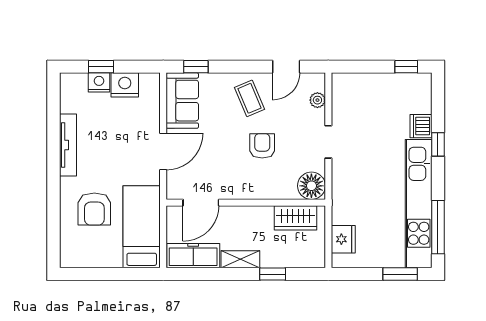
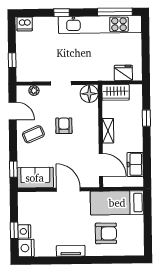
window: (406, 67) -> (12, 60), moved
nightstand: (125, 85) -> (26, 248), moved
dishwasher: (421, 126) -> (25, 24), moved
tv unit: (68, 145) -> (71, 251), width x0.71
armchair: (262, 146) -> (64, 126), turned 90
wardrobe: (296, 218) -> (116, 92), moved, turned 90
freezer: (193, 256) -> (135, 164), width x0.71
shelving: (240, 259) -> (108, 131), moved
window: (400, 274) -> (145, 36), removed

